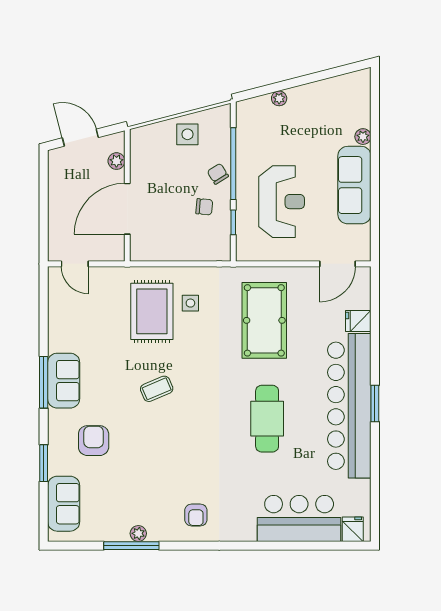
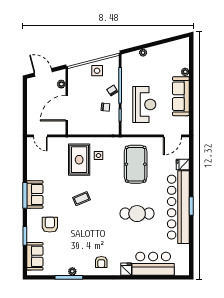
cafe table: (267, 419) -> (137, 214), turned 90
fridge: (353, 529) -> (126, 269), moved

